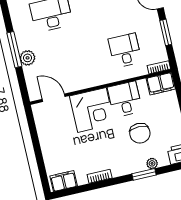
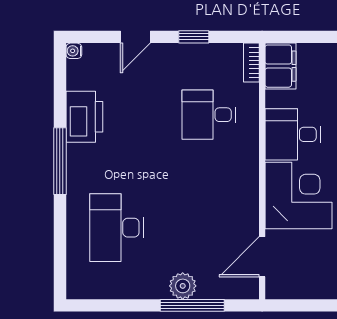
window: (166, 32) -> (194, 37), width x0.67
window: (14, 50) -> (192, 305), moved

